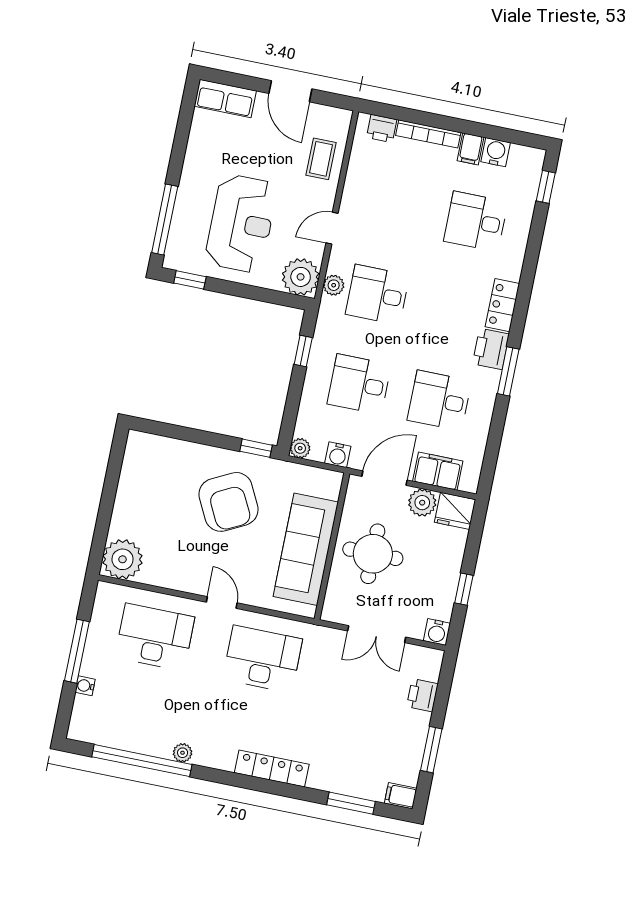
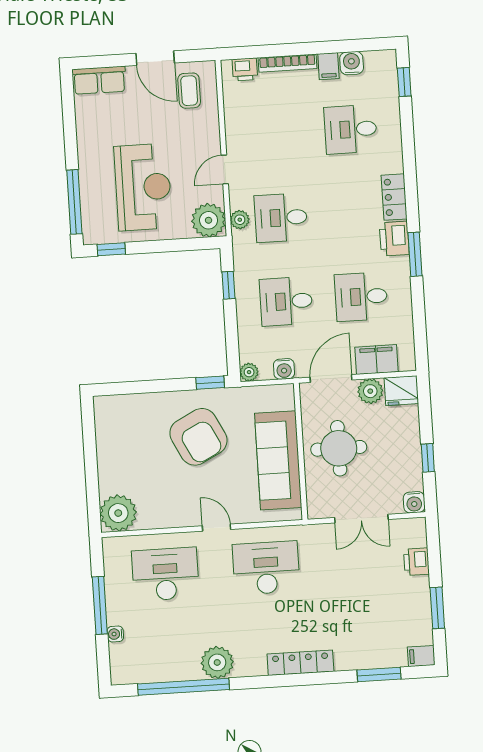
coffee table: (321, 159) -> (189, 91), moved
plant: (183, 753) -> (217, 662), width x1.88, depth x1.88

